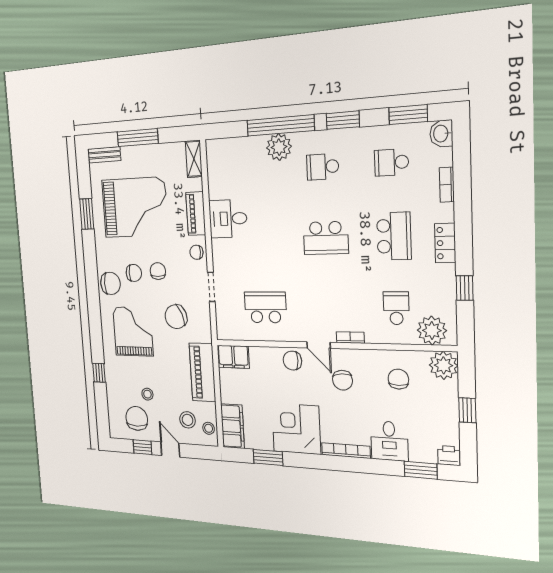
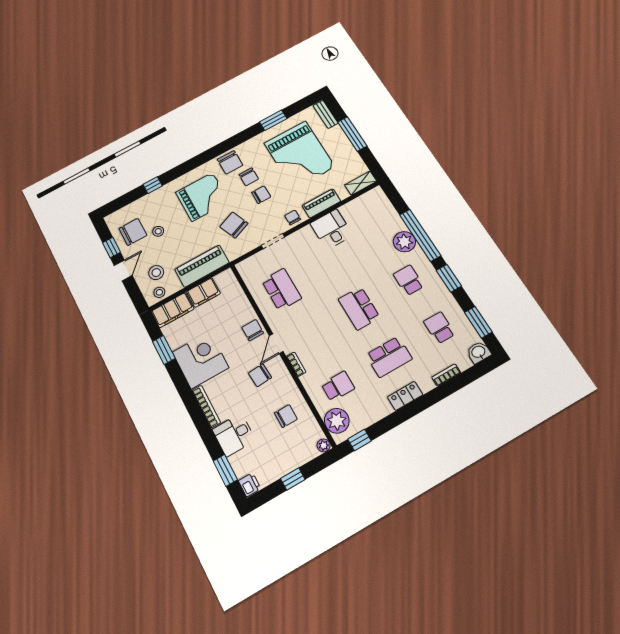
window: (465, 288) -> (359, 440), moved
filing cabinet: (233, 357) -> (203, 293), moved, turned -90
plant: (444, 365) -> (324, 445), width x0.53, depth x0.53

